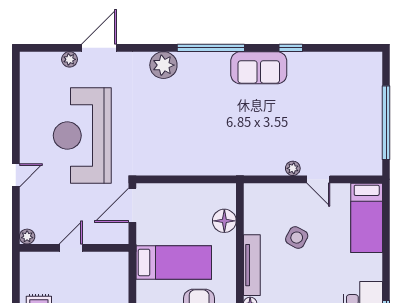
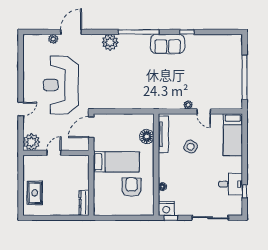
plant: (27, 237) -> (32, 142), width x1.87, depth x1.87
tv unit: (252, 265) -> (163, 134), moved

